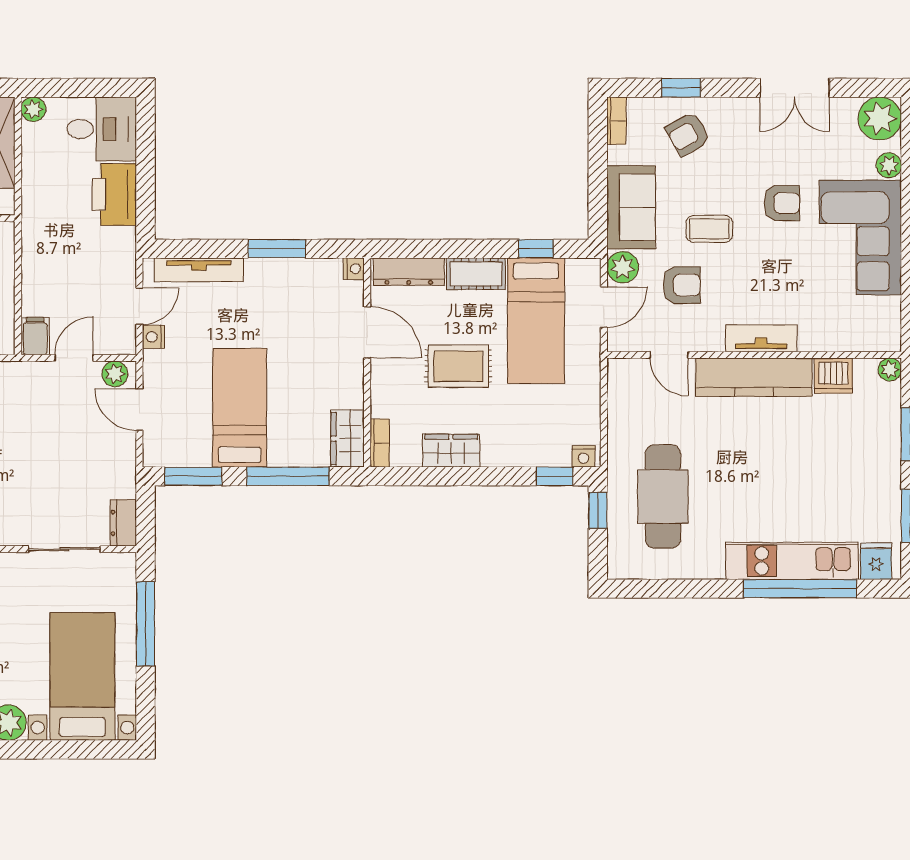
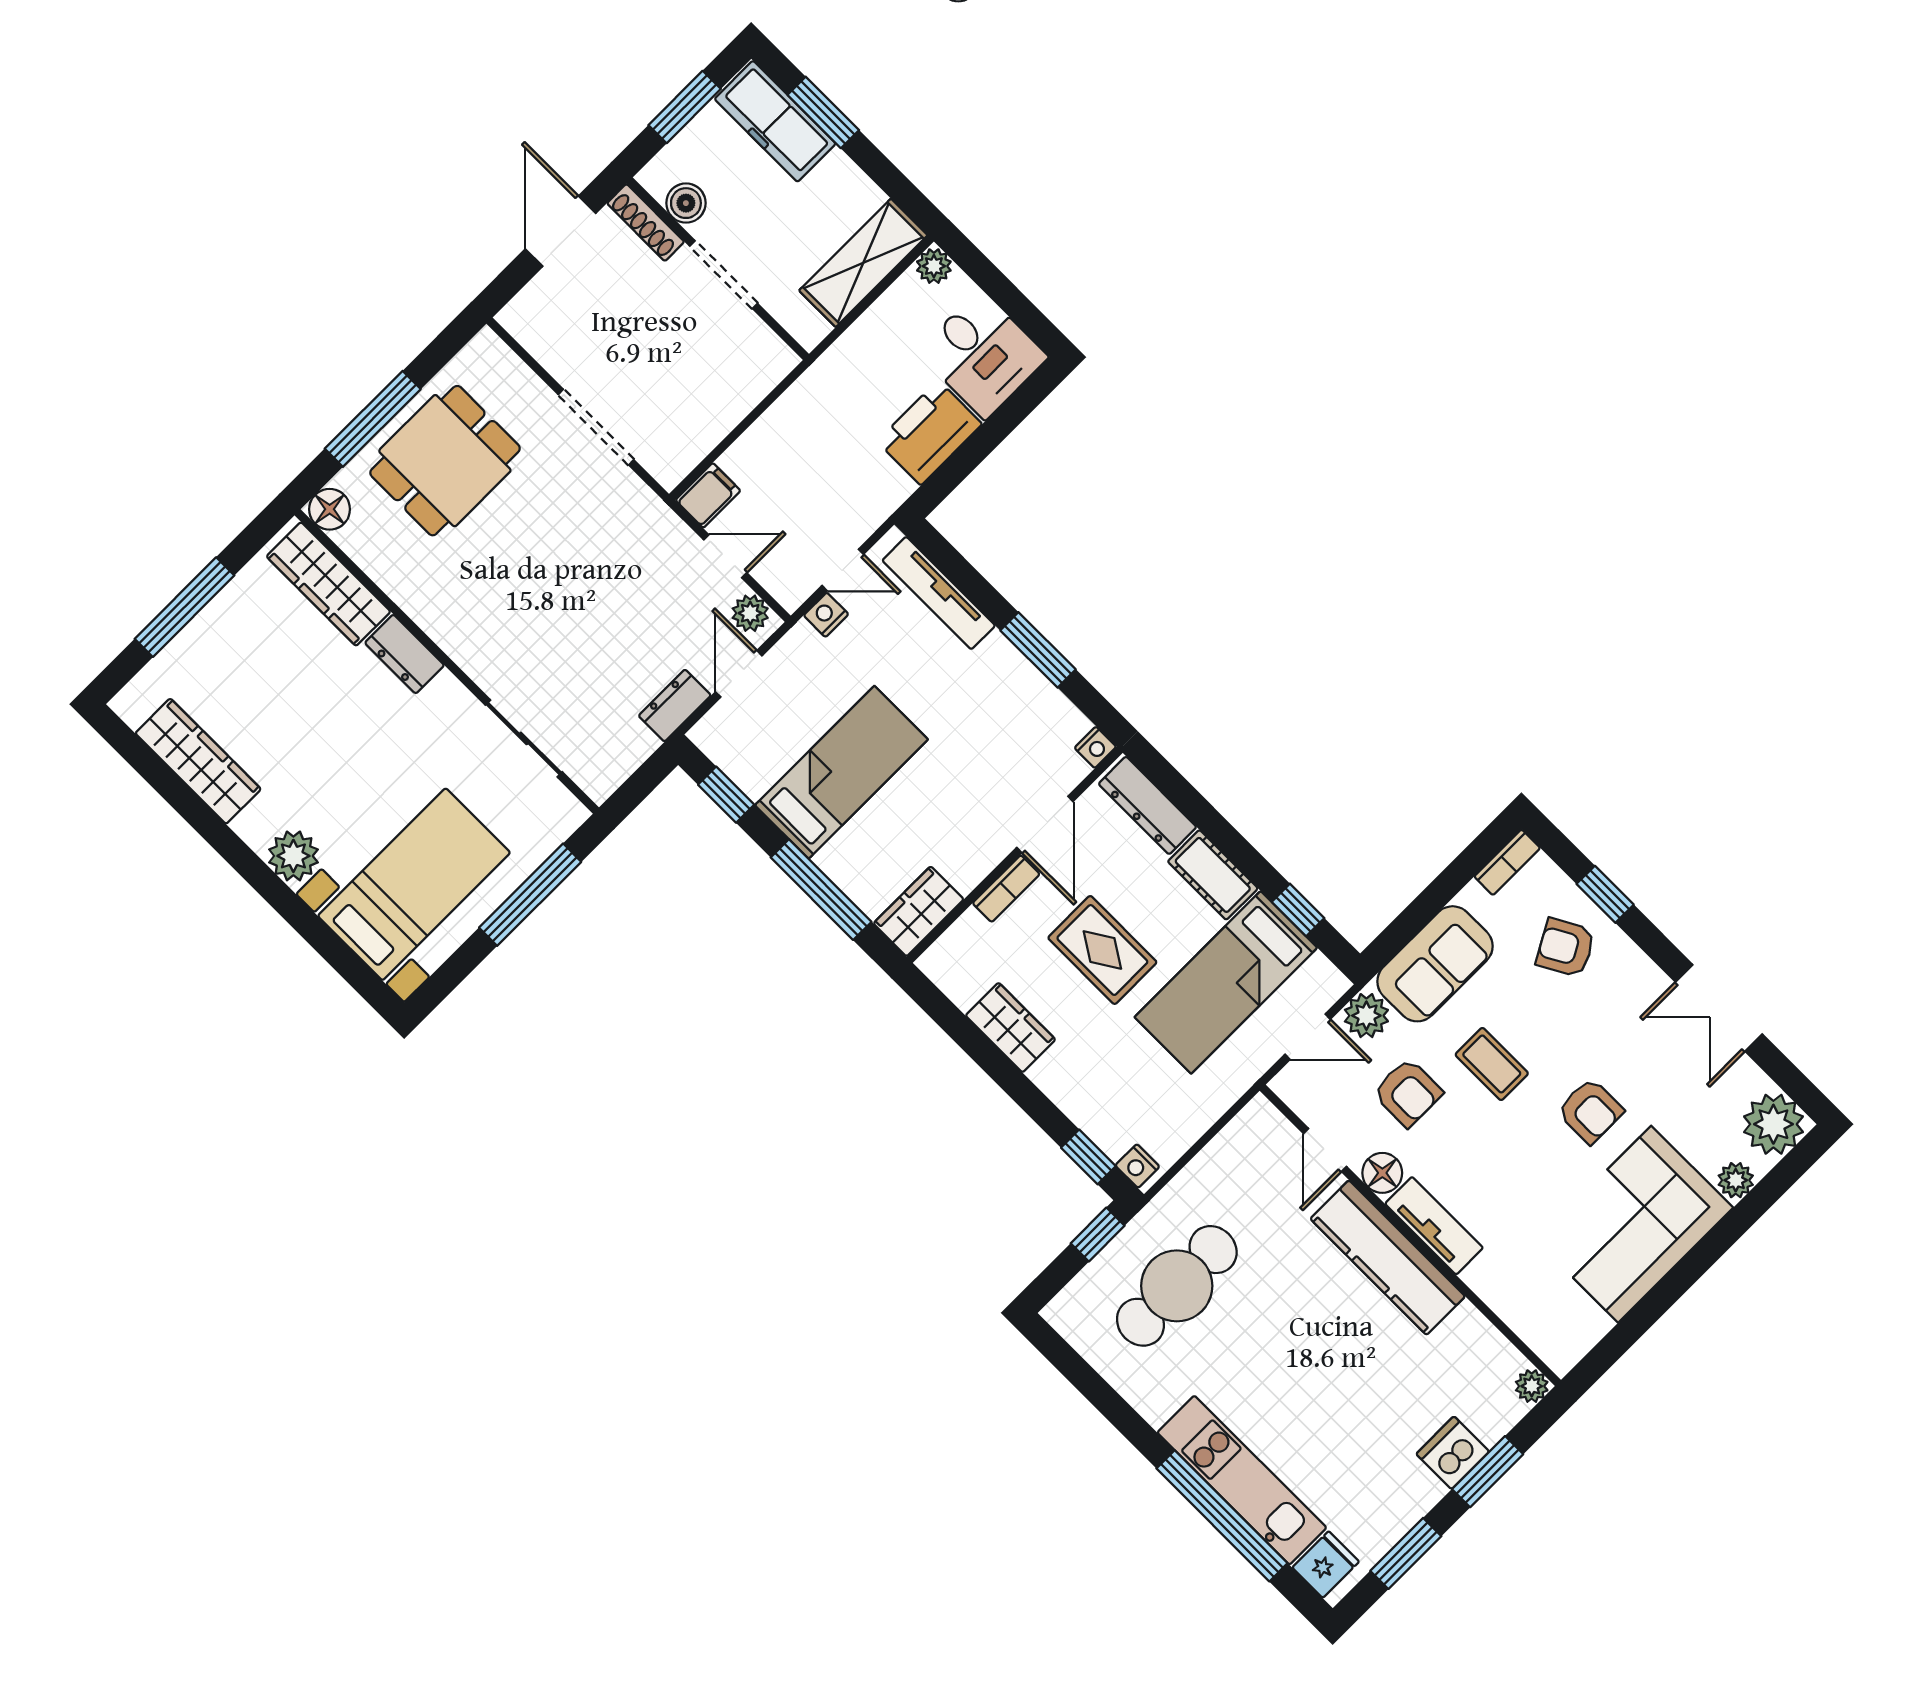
floor lamp: (709, 338) -> (1382, 1173), added
dishwasher: (833, 376) -> (1453, 1453), moved, turned 90
bookcase: (380, 443) -> (1006, 889), moved
window: (193, 476) -> (726, 795), width x0.67
dresser: (123, 523) -> (675, 706), moved

